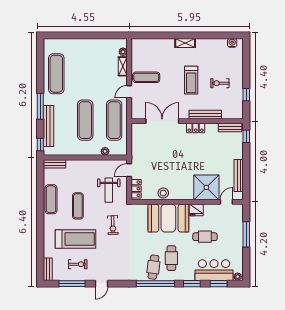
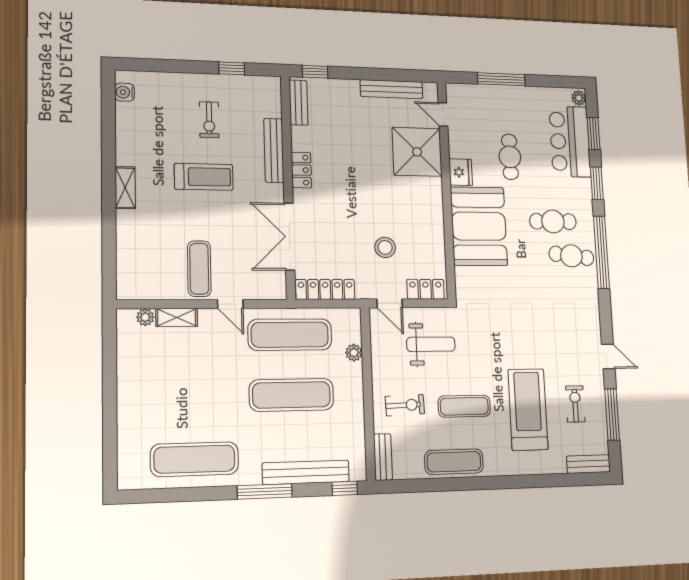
locker: (136, 138) -> (325, 289), added
stool: (163, 193) -> (385, 247), moved
exercise bike: (113, 225) -> (405, 405), moved

